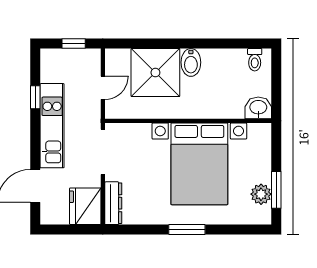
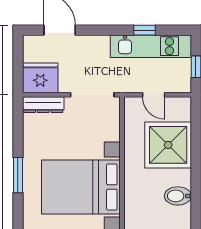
bidet: (191, 62) -> (178, 196), moved
kitchen unit: (52, 126) -> (151, 46), moved

